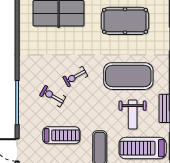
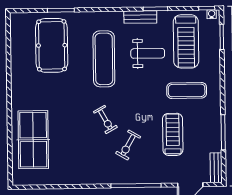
pool table: (125, 21) -> (52, 45), moved
exercise mat: (128, 76) -> (104, 59), width x0.68

